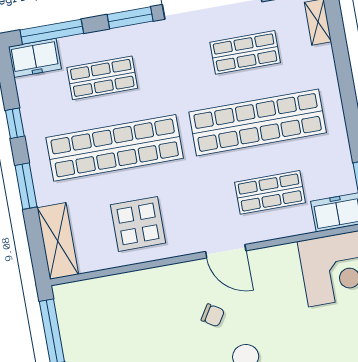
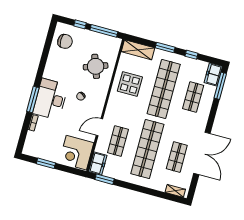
window: (130, 18) -> (211, 119), removed
door: (226, 251) -> (99, 127), moved
round table: (135, 314) -> (96, 66), added

